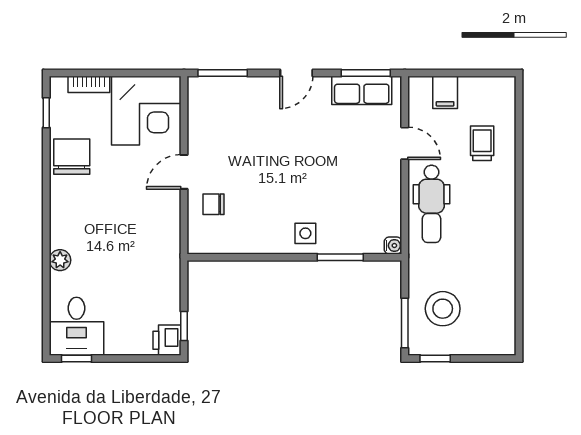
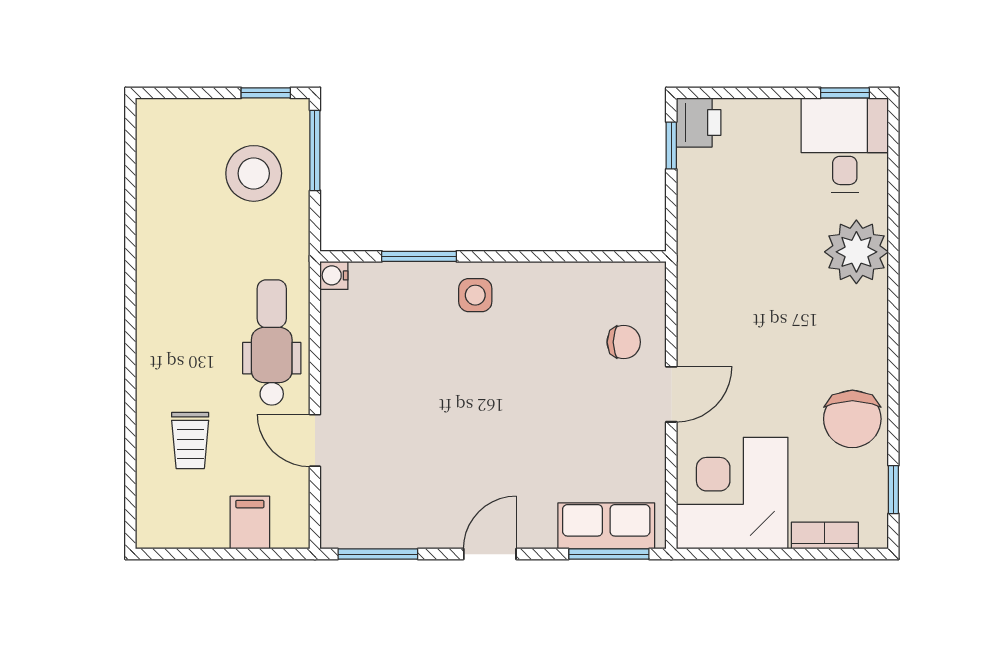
row of seats: (362, 90) -> (606, 526), moved
plant: (60, 260) -> (856, 252), width x1.88, depth x1.88

